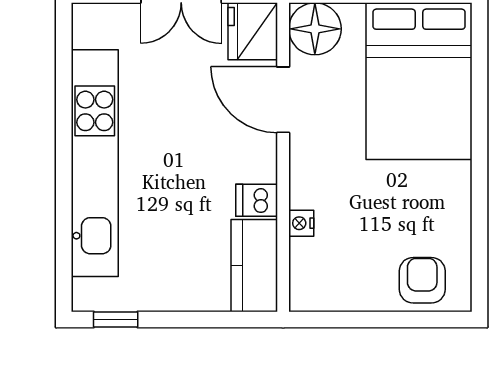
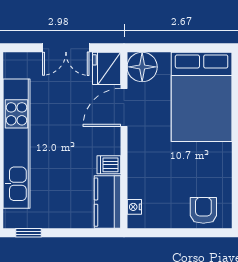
door: (283, 100) -> (124, 107), hinge flipped
nightstand: (301, 223) -> (134, 207), moved

